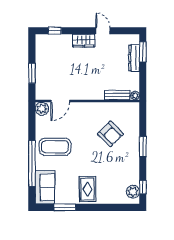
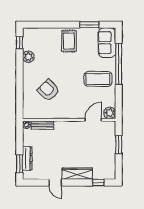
wardrobe: (84, 41) -> (77, 174), width x1.50
window: (143, 147) -> (19, 79), removed
plant: (133, 192) -> (28, 57), moved

